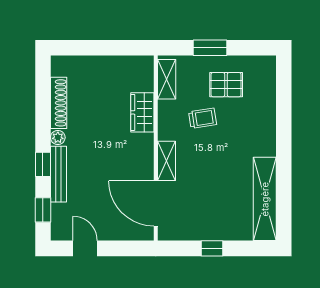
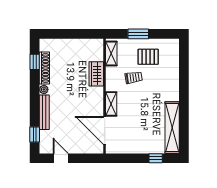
window: (43, 164) -> (35, 62), moved
window: (212, 248) -> (156, 158), moved

